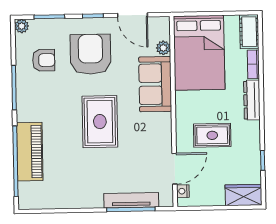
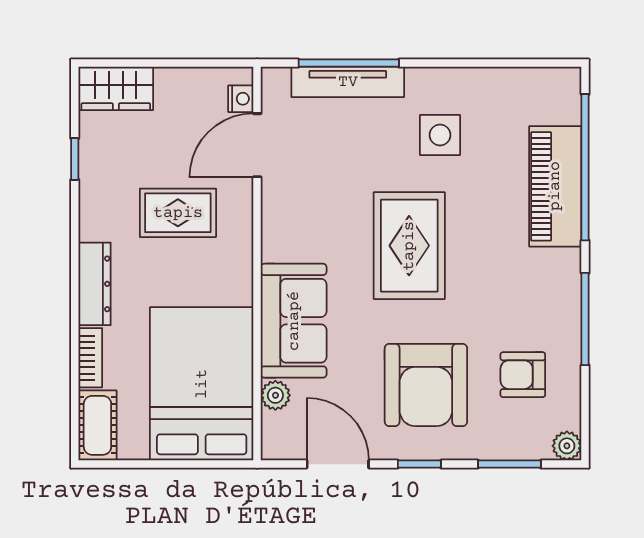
side table: (86, 175) -> (440, 135), added

